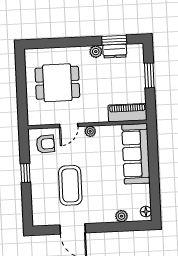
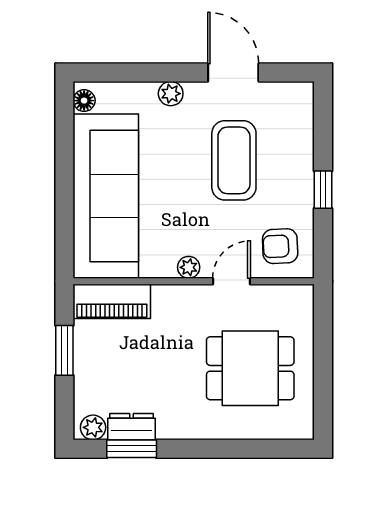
plant: (96, 52) -> (93, 427), moved
window: (149, 75) -> (64, 350), moved
sofa: (136, 154) -> (106, 196), width x1.36, depth x1.27
plant: (122, 216) -> (171, 94), moved

